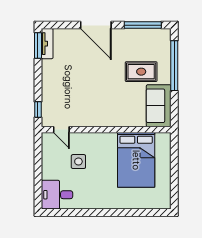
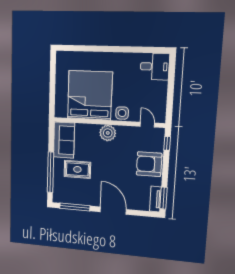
armchair: (57, 84) -> (149, 164), added
plant: (107, 117) -> (108, 133), added
bed: (136, 160) -> (90, 95), width x1.36
side table: (78, 162) -> (122, 113), moved

